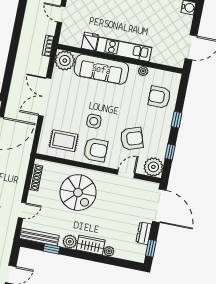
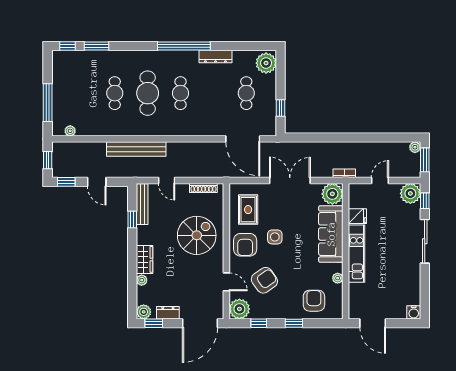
armchair: (132, 139) -> (264, 280), turned -106
spiral stairs: (78, 193) -> (197, 235), turned 180
plant: (70, 242) -> (144, 312), moved

